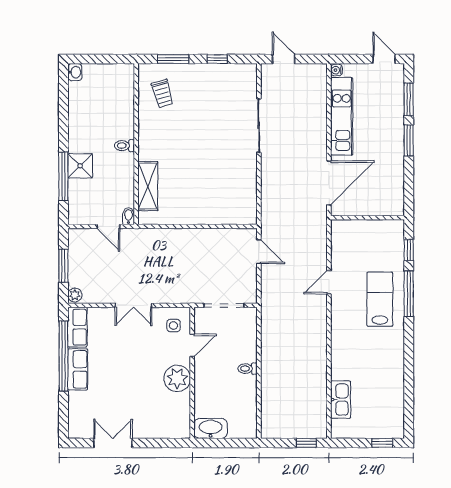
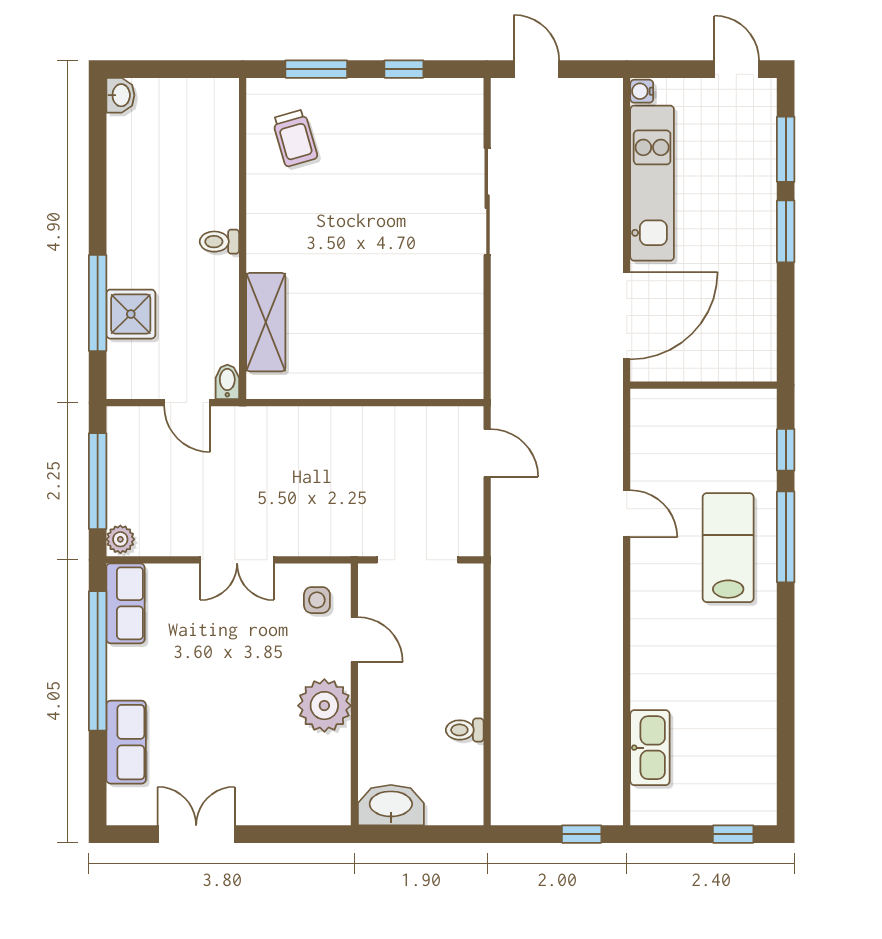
shower: (80, 166) -> (131, 314), moved
window: (63, 266) -> (98, 481), width x1.44
door: (329, 282) -> (627, 514), swing flipped
door: (192, 345) -> (354, 640), hinge flipped
row of seats: (78, 369) -> (126, 742), moved
toilet: (248, 369) -> (465, 730), moved

